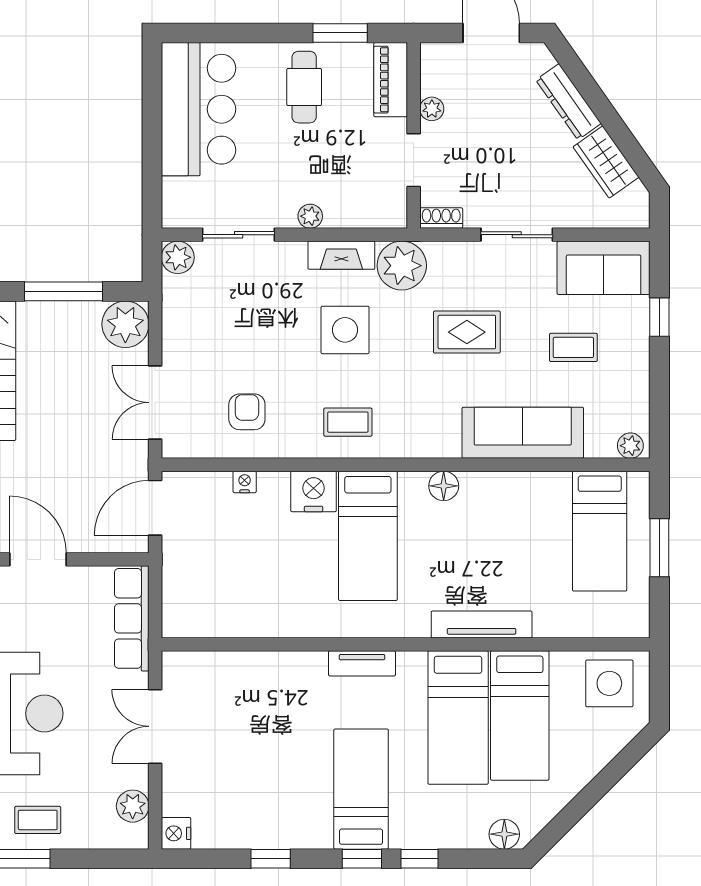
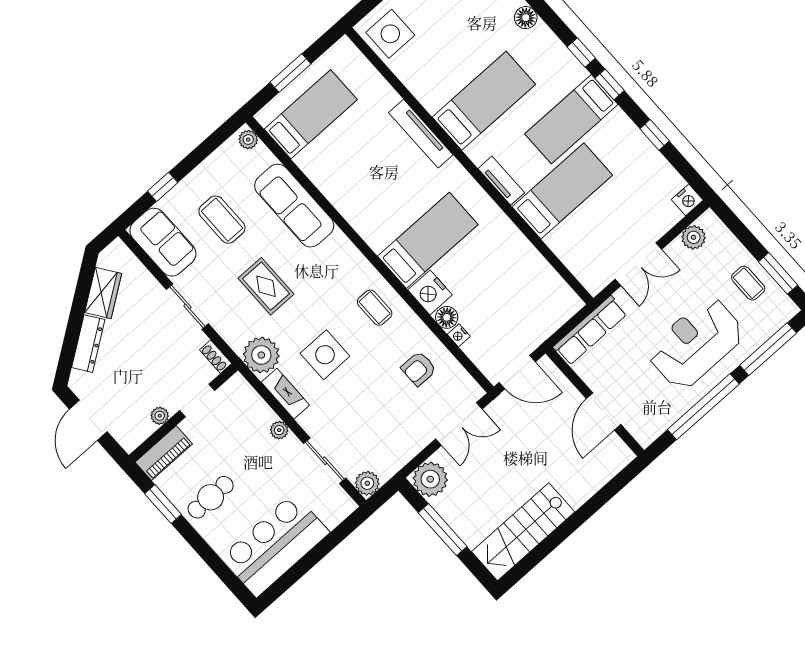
coffee table: (573, 347) -> (222, 220), width x1.36, depth x1.30
floor lamp: (444, 486) -> (447, 317), moved
bed: (520, 716) -> (562, 191), moved

